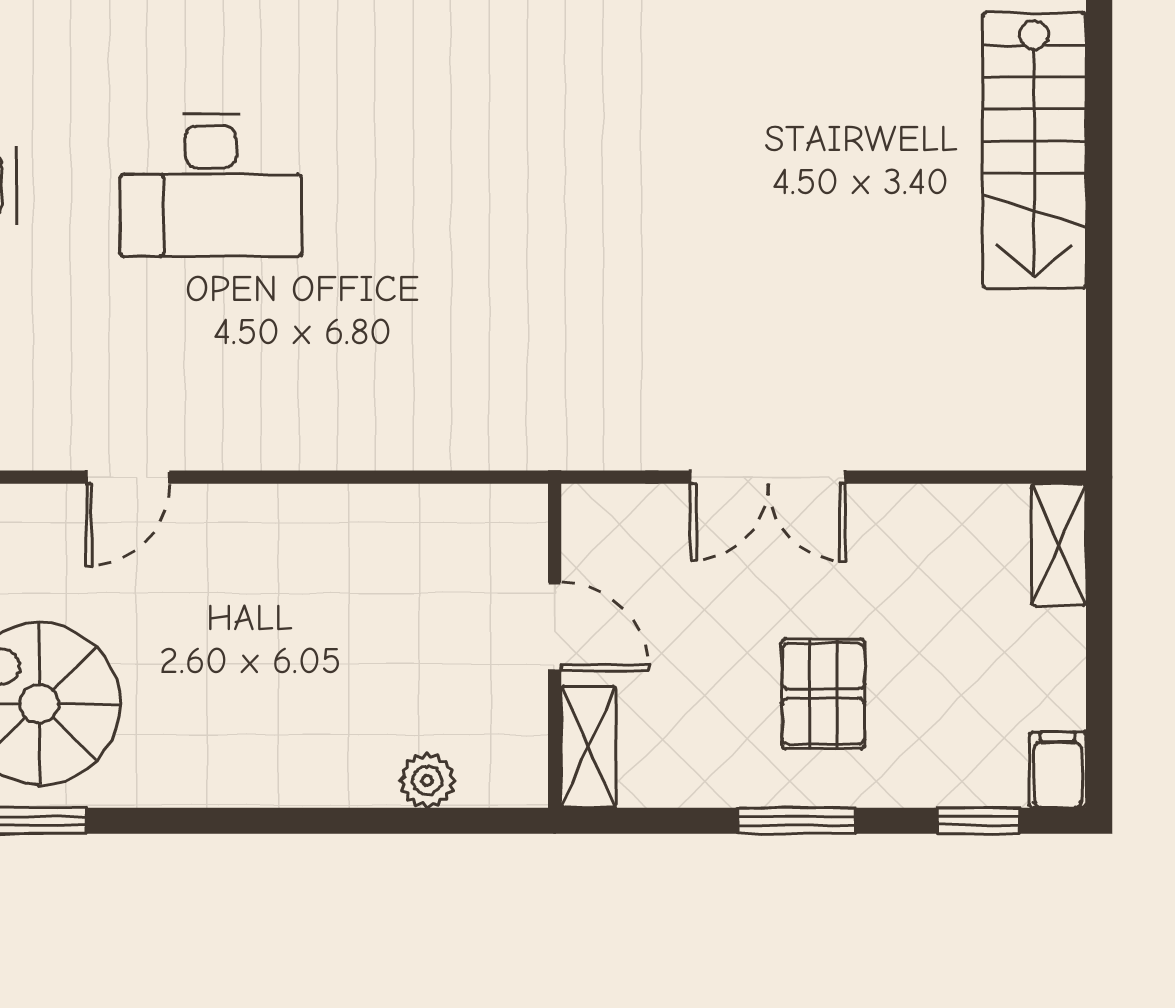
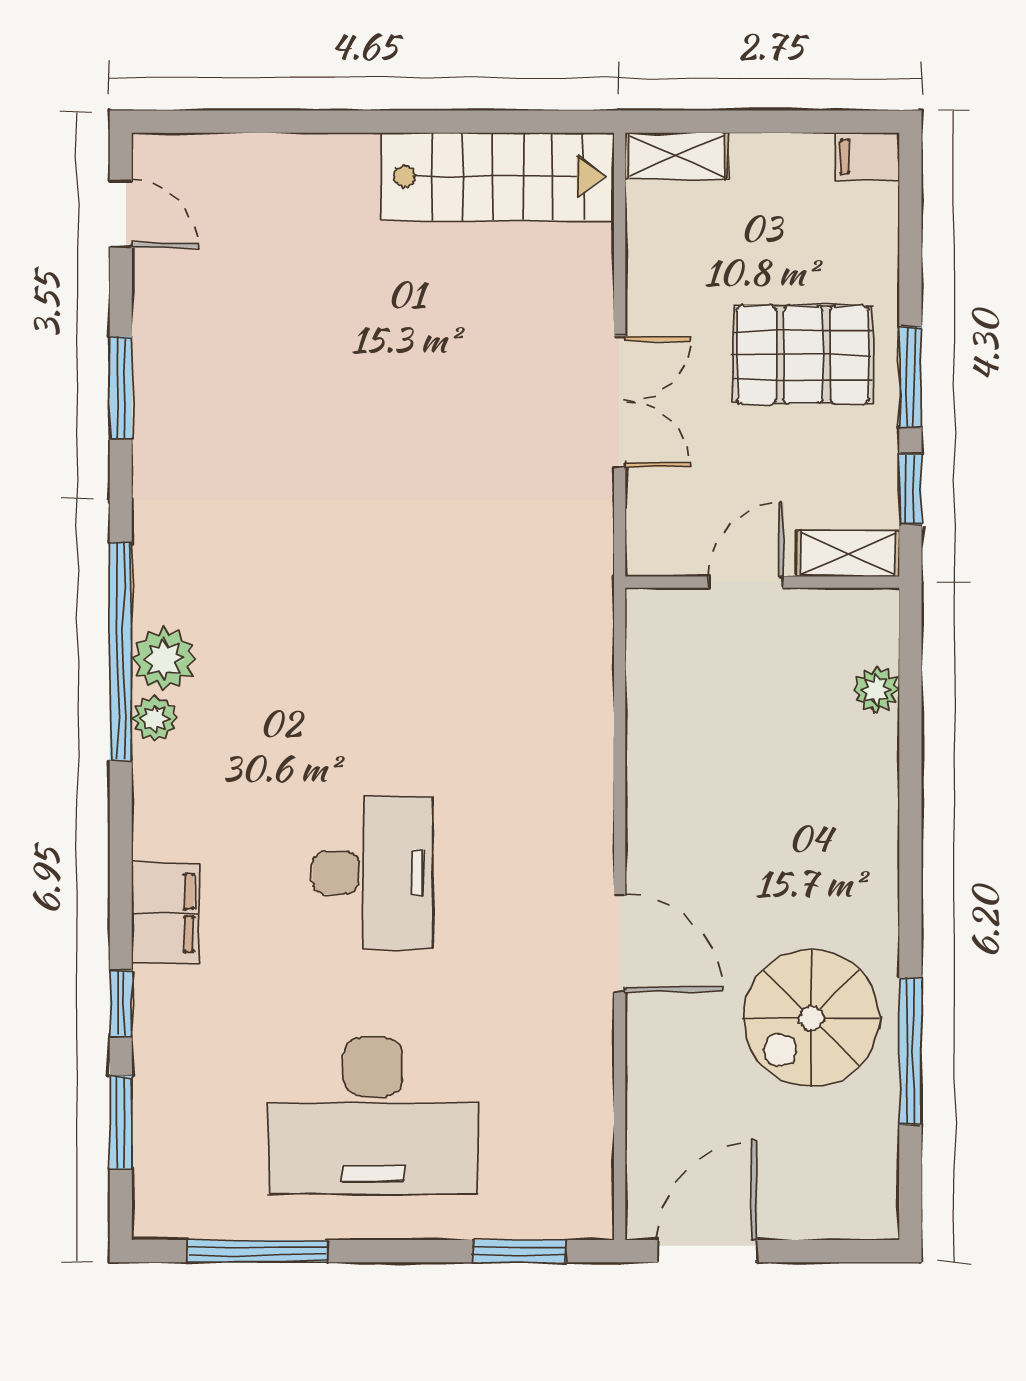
stairs: (1034, 150) -> (498, 176), moved
door: (128, 477) -> (620, 943), width x1.38
pallet: (823, 694) -> (803, 355), width x1.50, depth x1.42
window: (979, 821) -> (910, 489), moved

